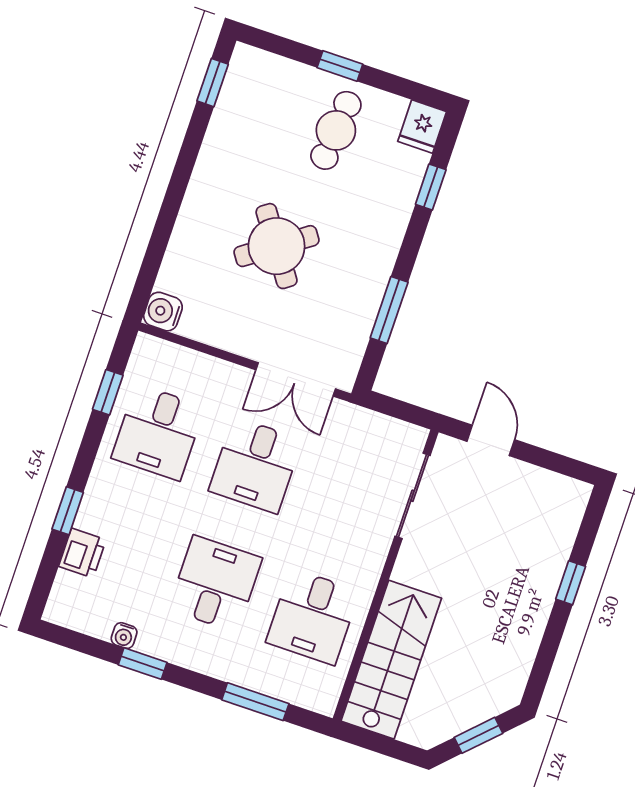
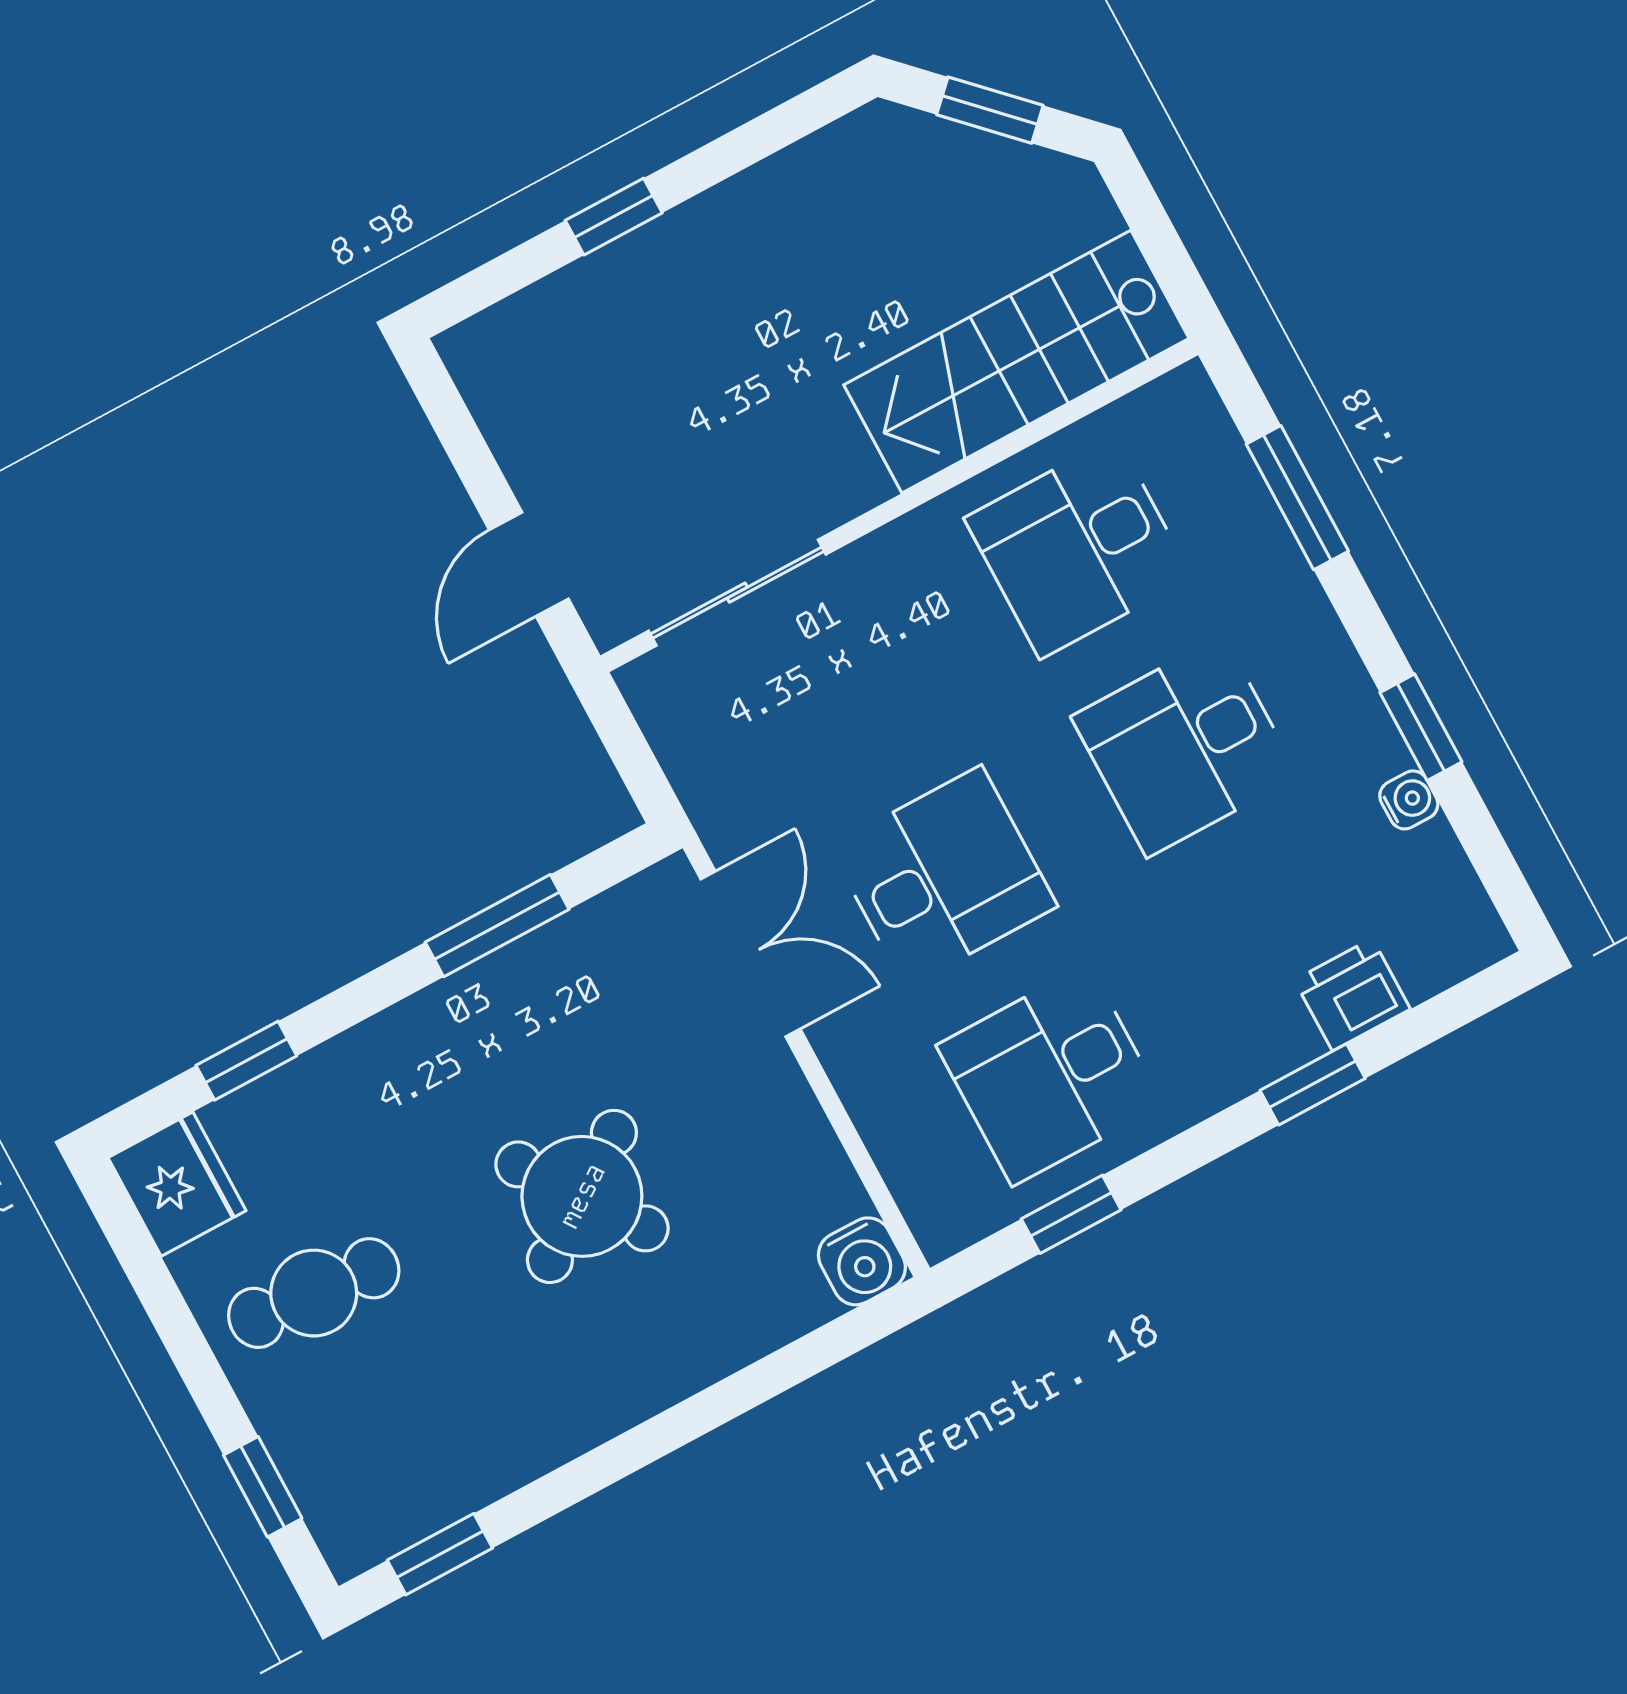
window: (340, 66) -> (263, 1487), moved
fridge: (422, 127) -> (177, 1184), width x1.38
desk: (158, 432) -> (1050, 1075), turned 180
desk: (313, 617) -> (1078, 548), turned 180

